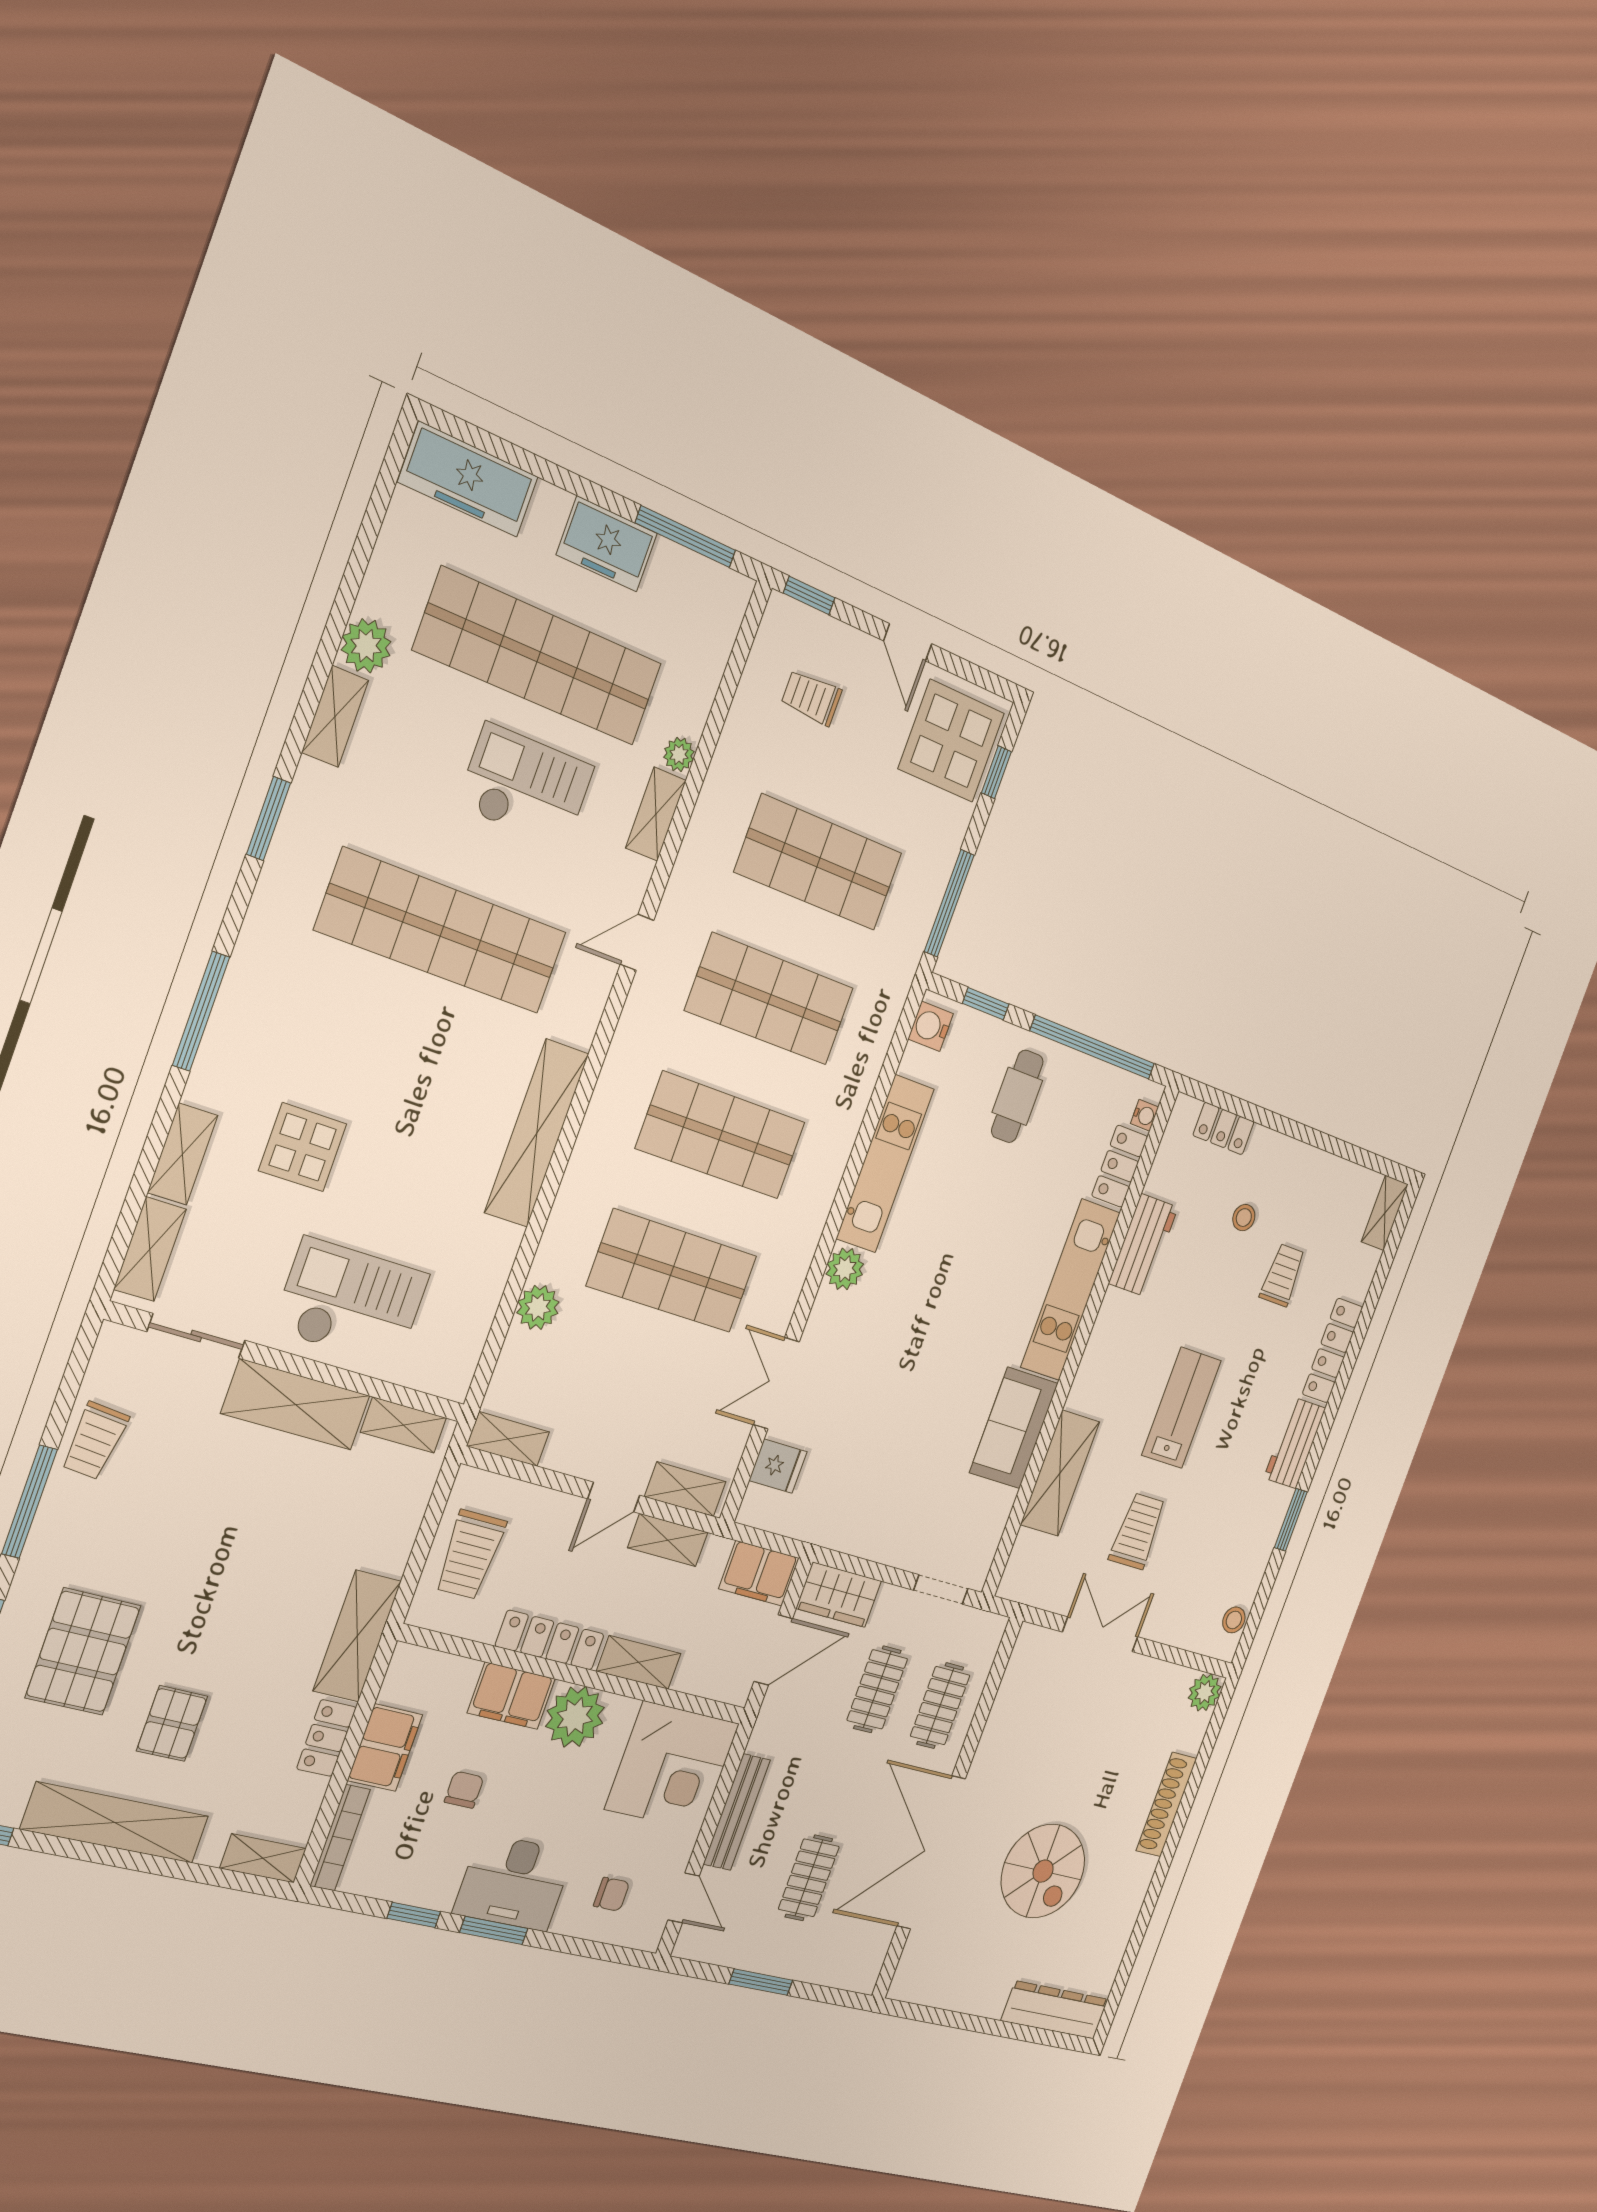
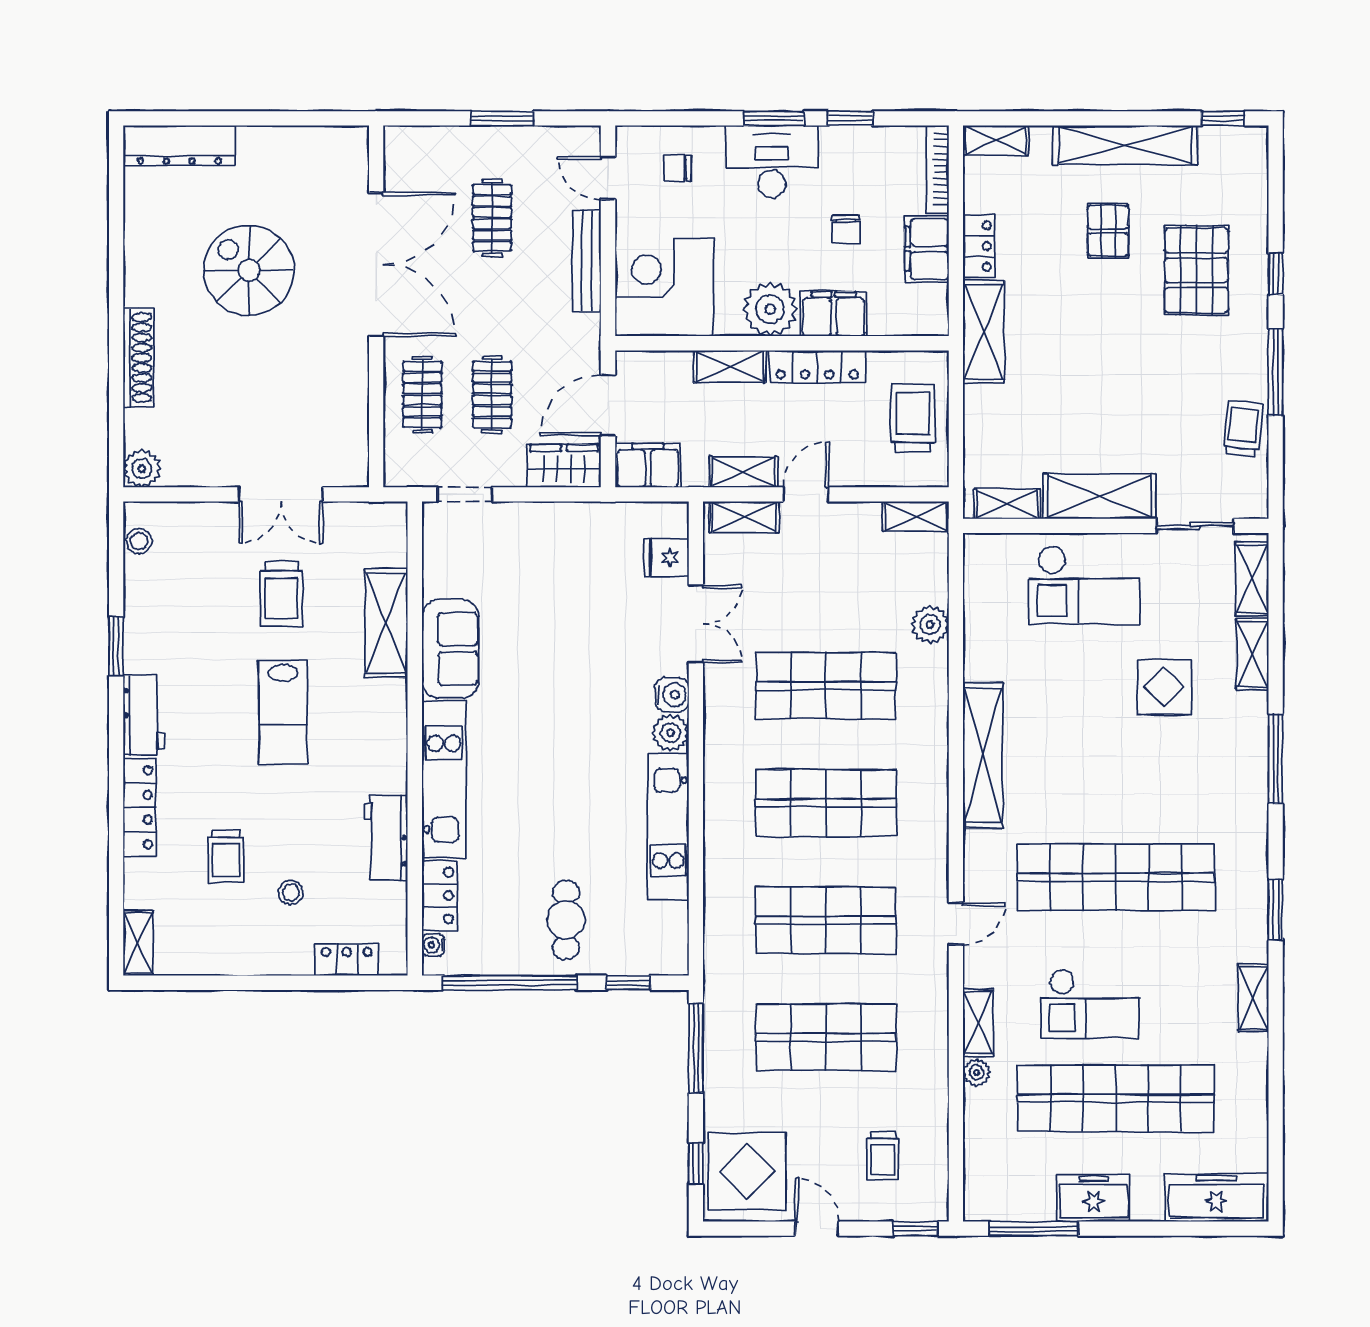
plant: (366, 646) -> (1249, 1055), removed
trolley: (811, 698) -> (883, 1156), turned 90
water cooler: (931, 1026) -> (672, 695), moved

